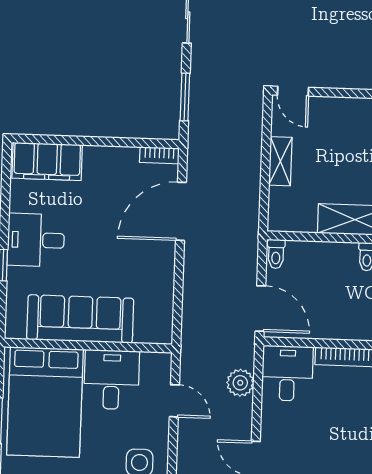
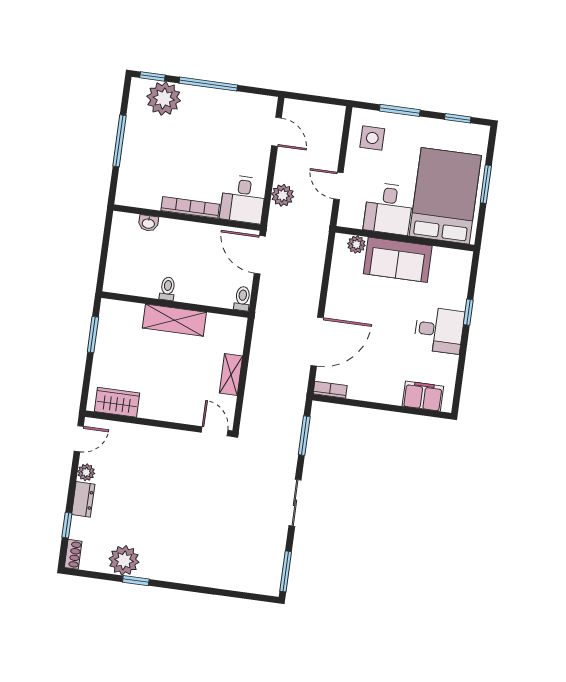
filing cabinet: (47, 161) -> (423, 396), width x0.67, depth x0.86
sofa: (80, 319) -> (398, 260), width x0.73
plant: (146, 333) -> (356, 244), added

